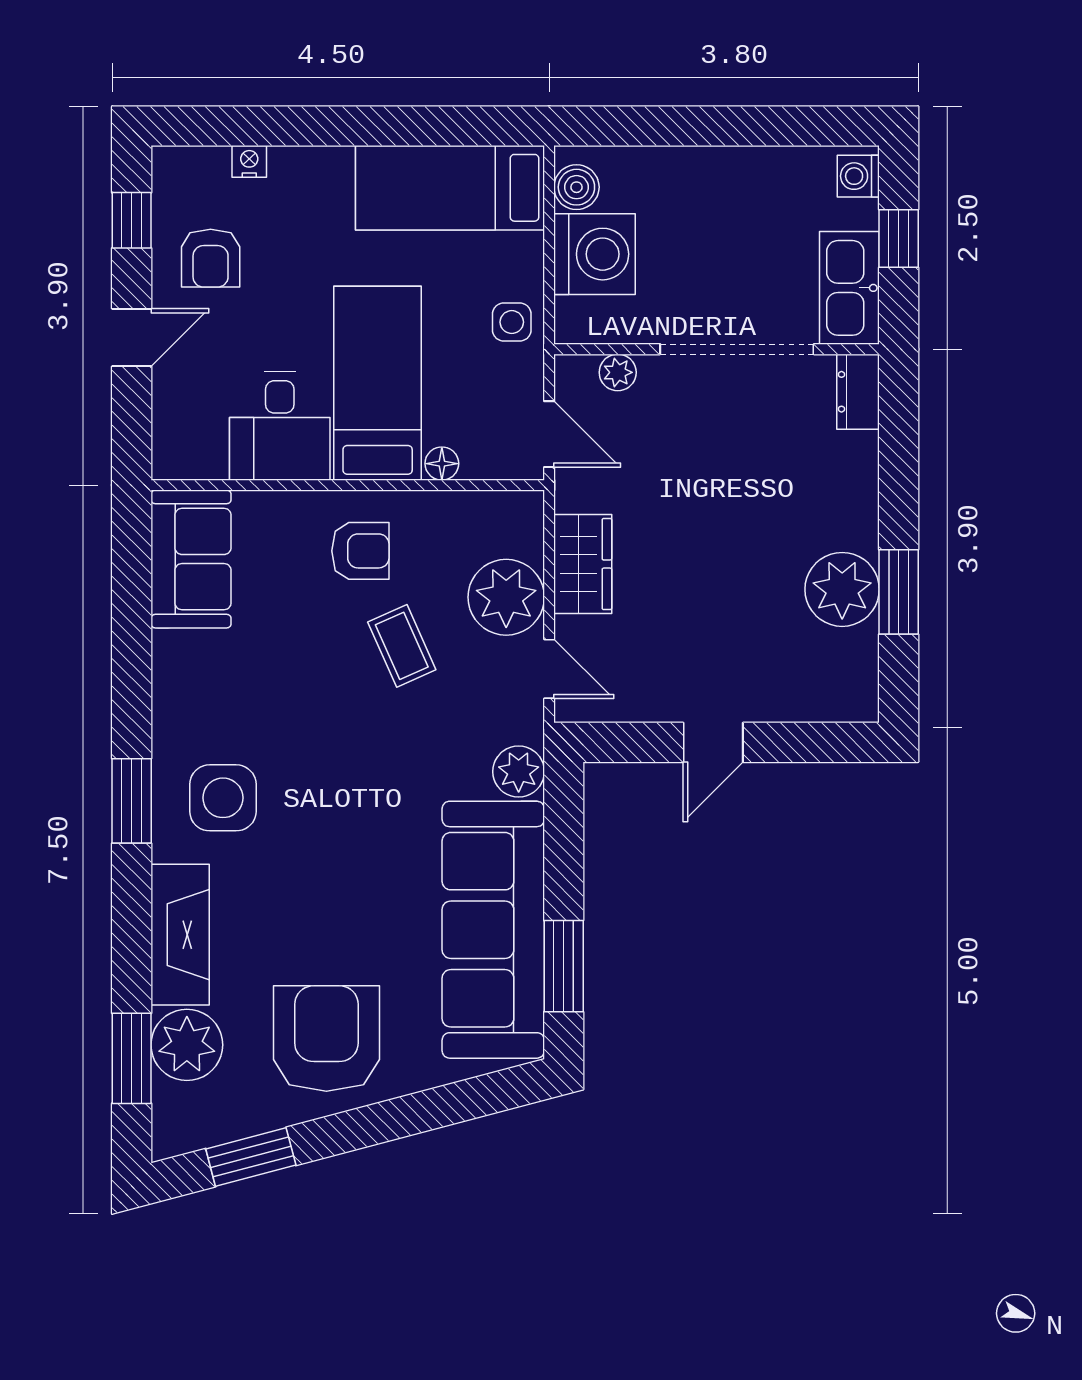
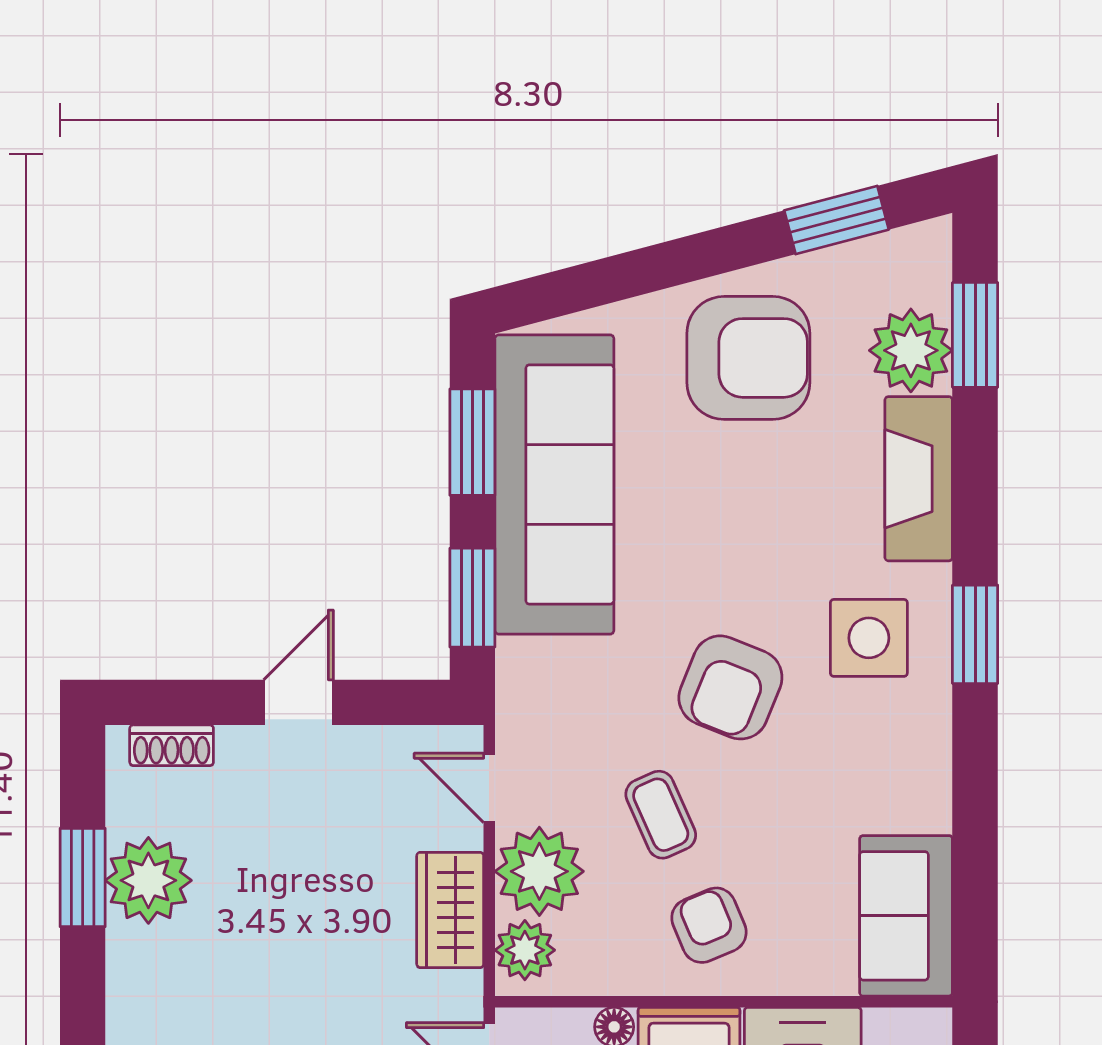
armchair: (360, 551) -> (709, 925), turned 67
shoe rack: (822, 706) -> (172, 745), added
armchair: (342, 755) -> (730, 687), added
plant: (519, 772) -> (525, 950), moved
window: (564, 832) -> (472, 598), added
armchair: (326, 1038) -> (748, 358), turned -90

